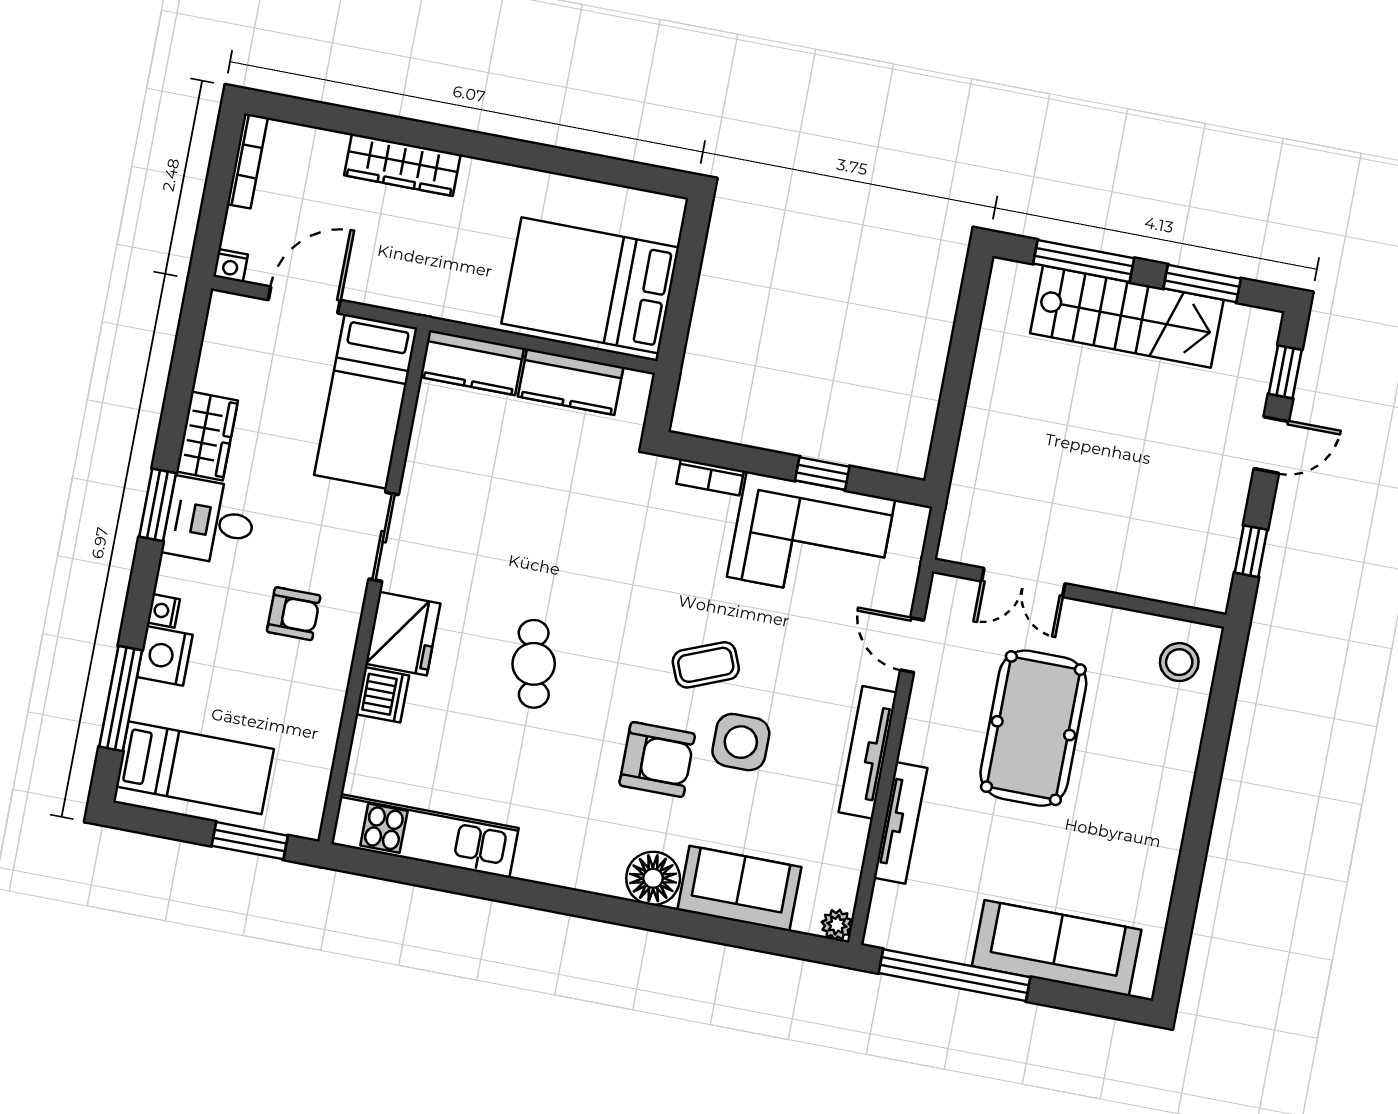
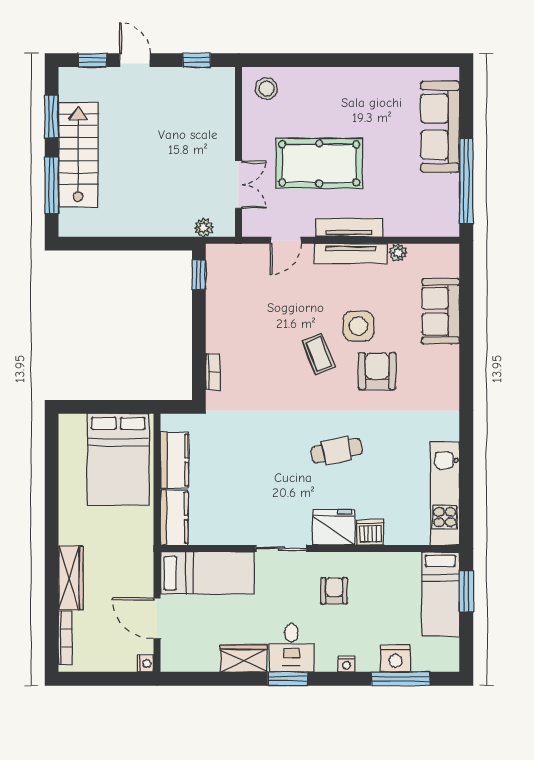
bookcase: (247, 161) -> (65, 638), moved, turned 90
window: (822, 473) -> (199, 275), moved
plant: (961, 508) -> (204, 228), added
corner sofa: (811, 538) -> (236, 308), removed
nightstand: (165, 656) -> (395, 659), moved
bed: (195, 768) -> (440, 594), moved, turned 180
tv unit: (901, 823) -> (349, 228), moved
floor lamp: (653, 878) -> (444, 361), removed
plant: (837, 925) -> (398, 253), moved

